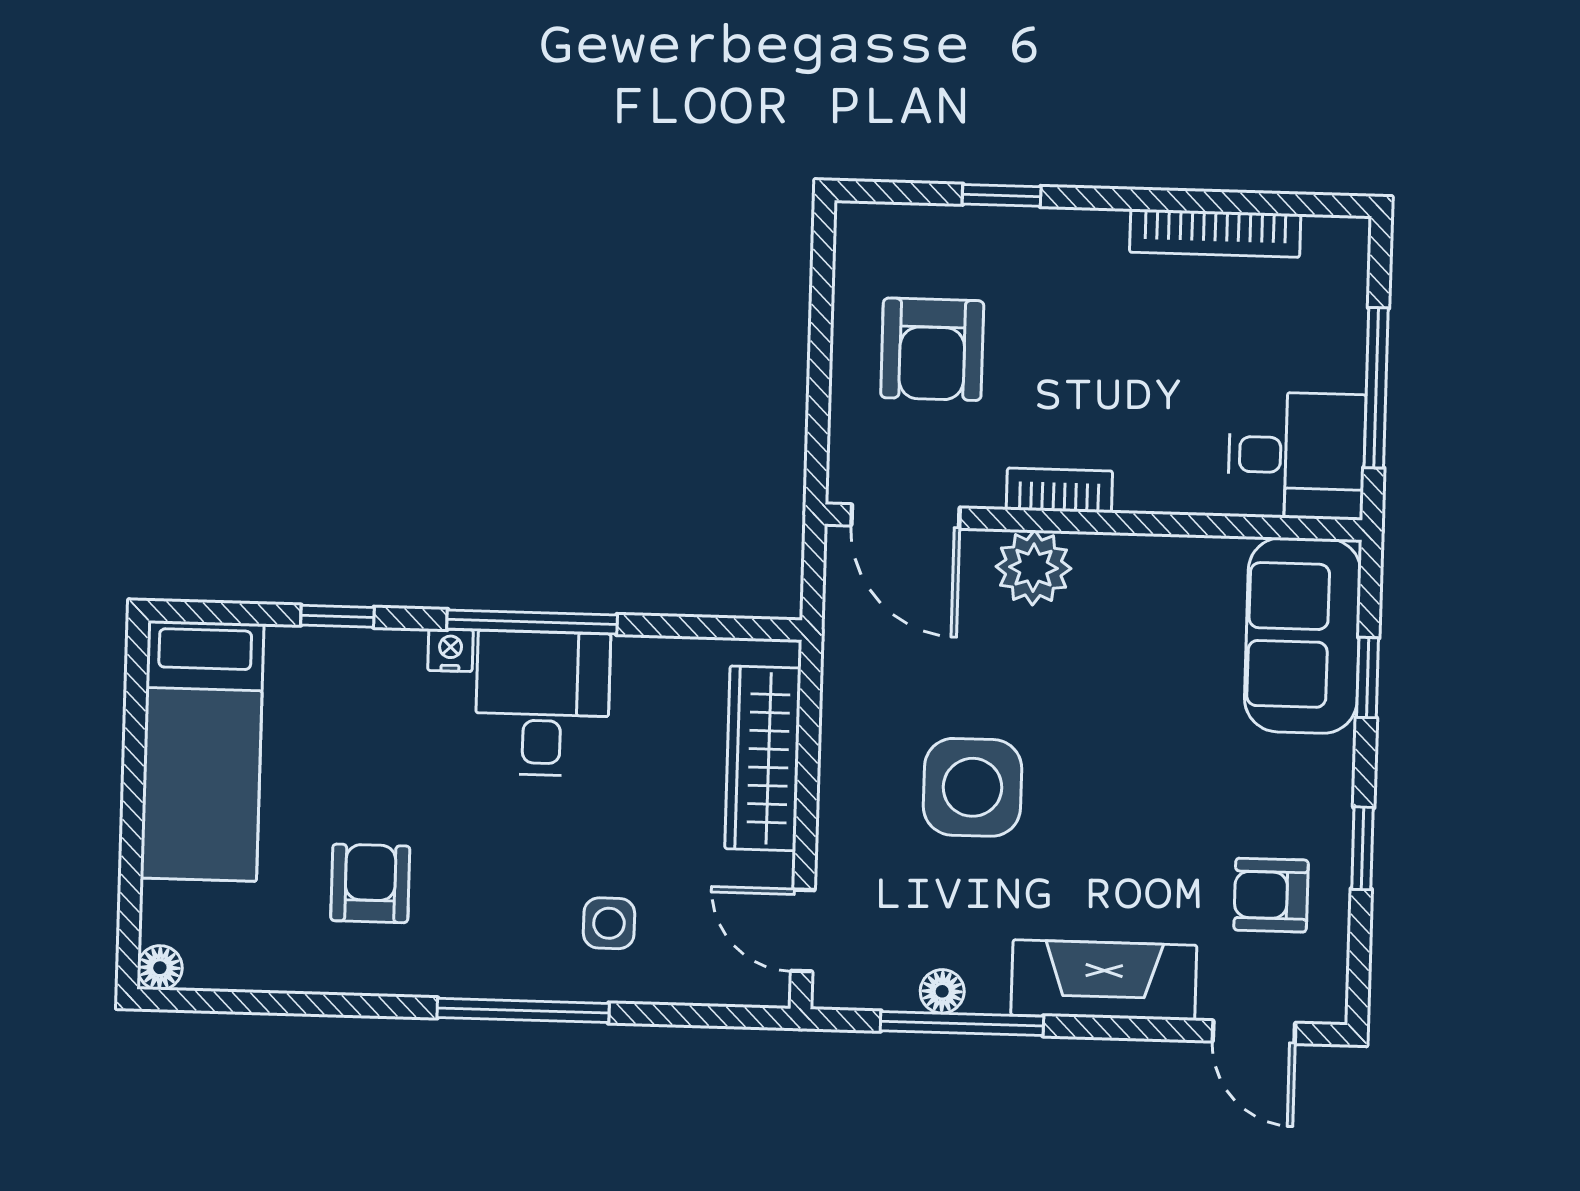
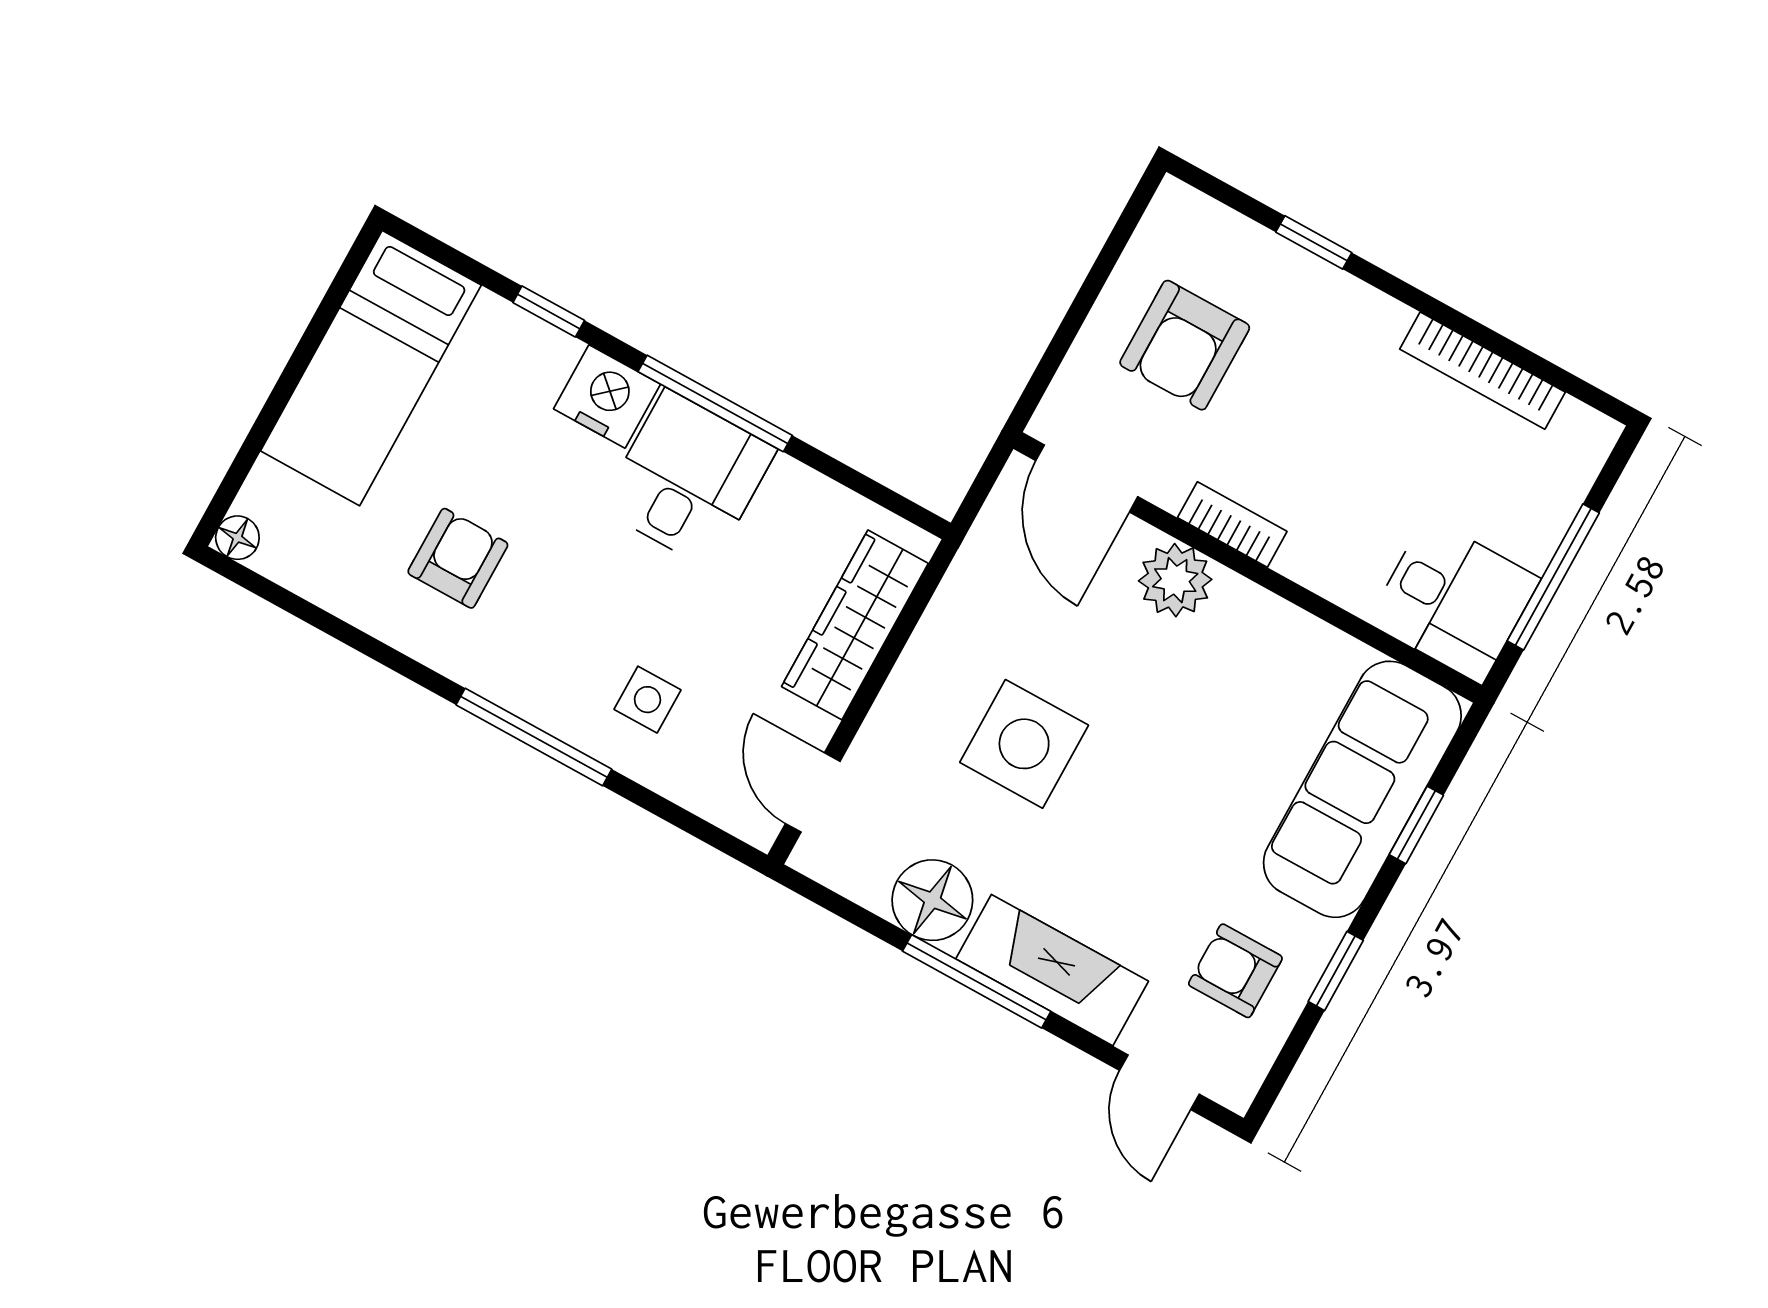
sofa: (1303, 635) -> (1362, 789), width x1.36
nightstand: (450, 650) -> (607, 396), width x1.89, depth x1.79
floor lamp: (942, 991) -> (932, 900), width x1.89, depth x1.89
window: (962, 1023) -> (977, 981), moved

